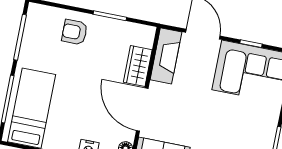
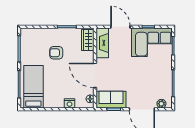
armchair: (75, 32) -> (56, 53), moved
wardrobe: (138, 66) -> (88, 40), moved

